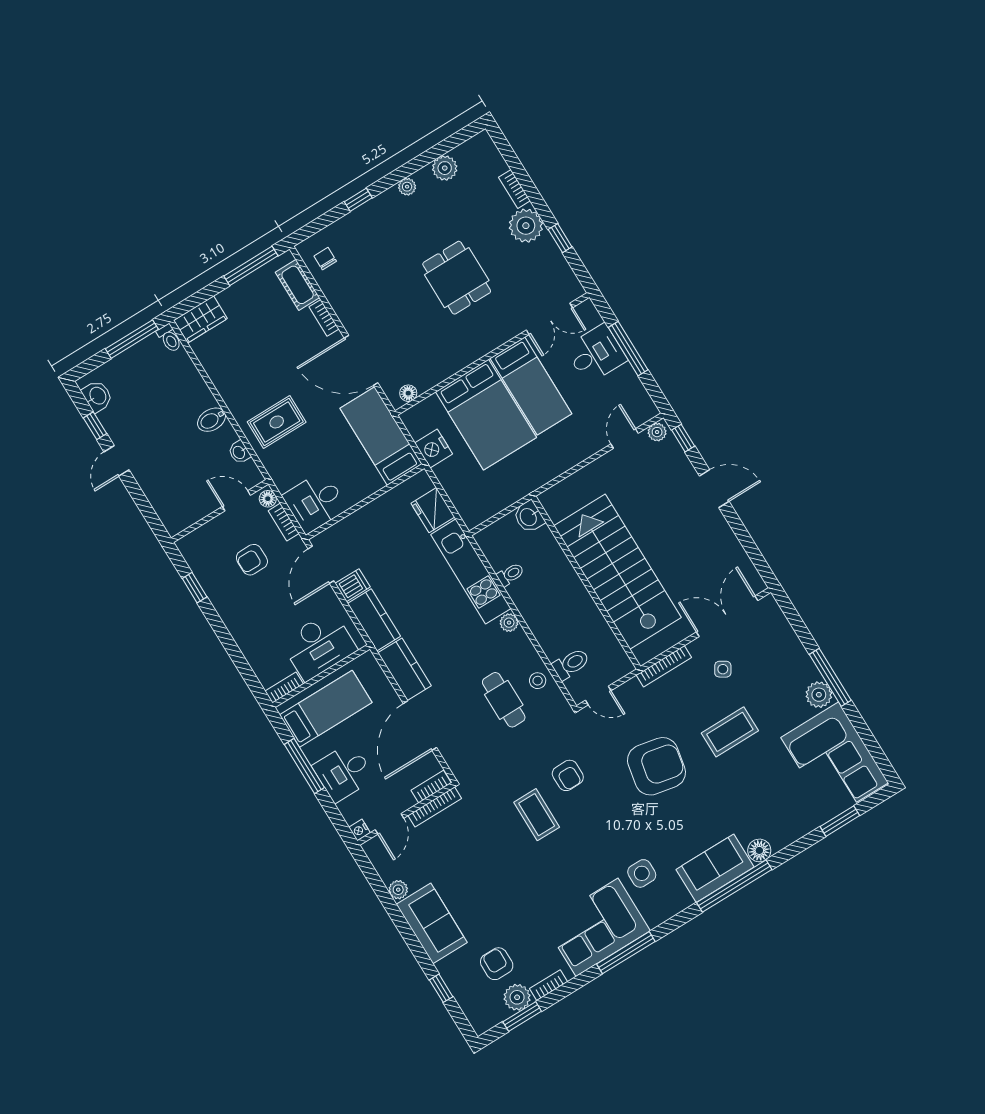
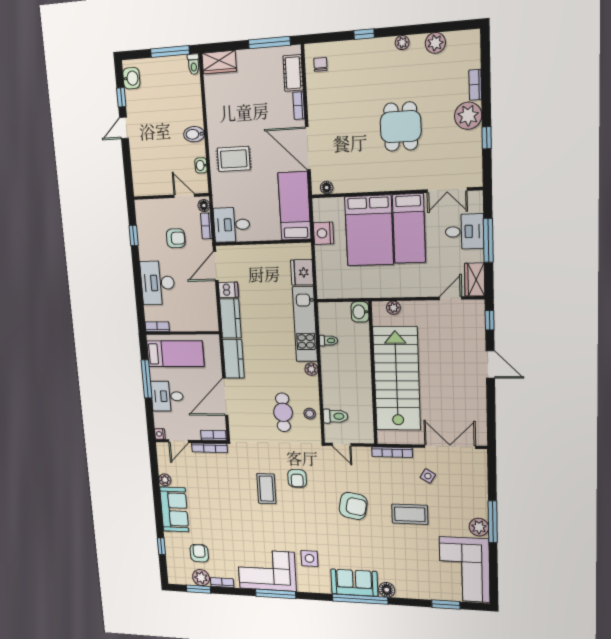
wardrobe: (639, 401) -> (475, 280), added
plant: (657, 432) -> (393, 308), moved
armchair: (252, 560) -> (176, 238), turned 180
desk: (319, 646) -> (158, 283), moved, turned 90
armchair: (656, 766) -> (353, 506), width x0.73, depth x0.73

